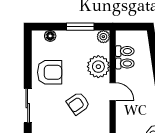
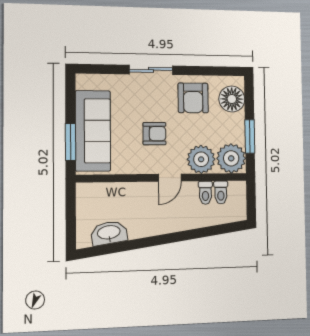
floor lamp: (50, 36) -> (232, 99), width x1.89, depth x1.89
plant: (103, 37) -> (231, 158), width x1.87, depth x1.87
armchair: (78, 103) -> (154, 134), turned 125

